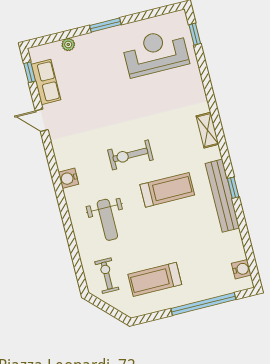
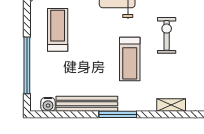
window: (233, 188) -> (118, 114), width x2.17
bench: (222, 196) -> (87, 104), moved

